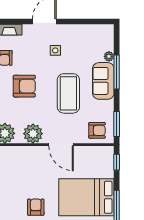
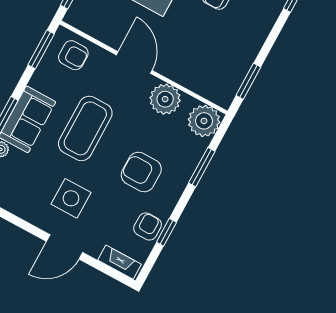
side table: (55, 50) -> (71, 198), width x1.87, depth x1.87
armchair: (97, 130) -> (73, 55), turned 180

